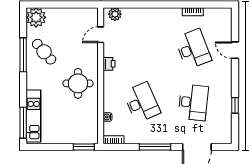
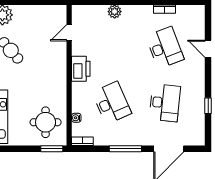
plant: (115, 14) -> (115, 12), moved
printer: (109, 64) -> (81, 69), width x1.87, depth x1.48
round table: (78, 83) -> (46, 122), moved

